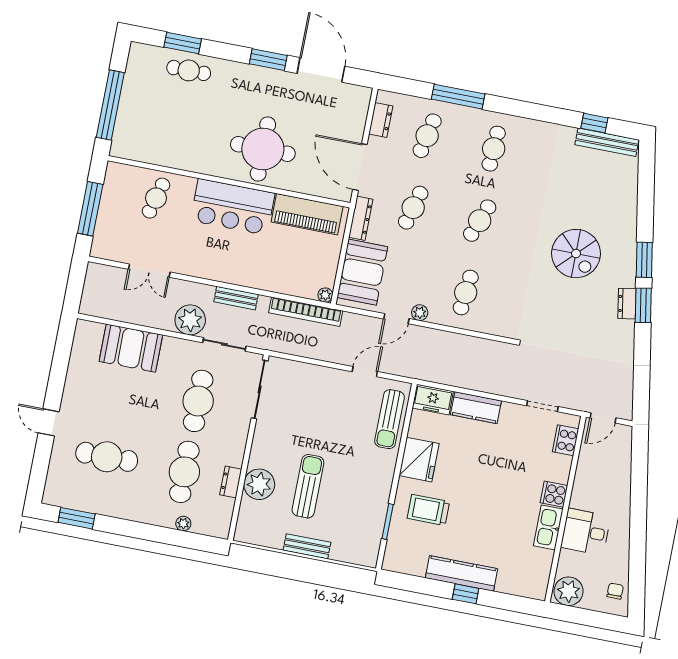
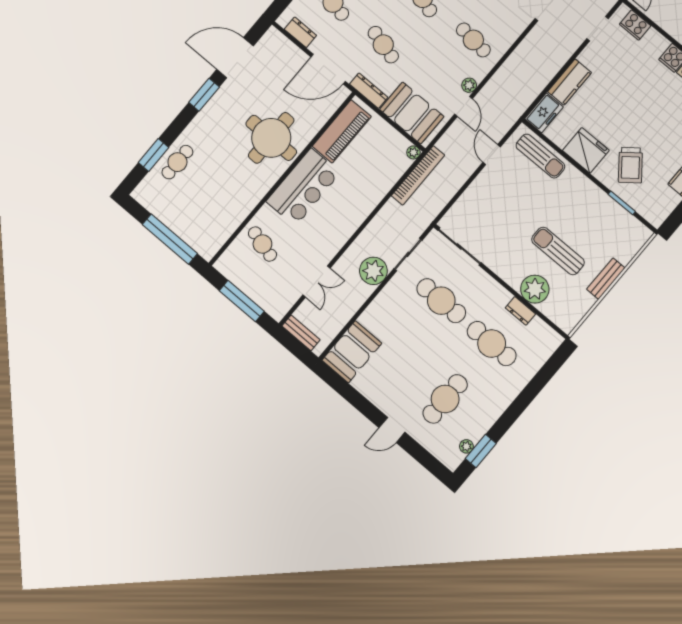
bench: (236, 298) -> (301, 333), moved, turned 90
booth: (131, 348) -> (352, 352), moved
trolley: (428, 510) -> (630, 165), turned -38
plant: (183, 524) -> (466, 446), moved

